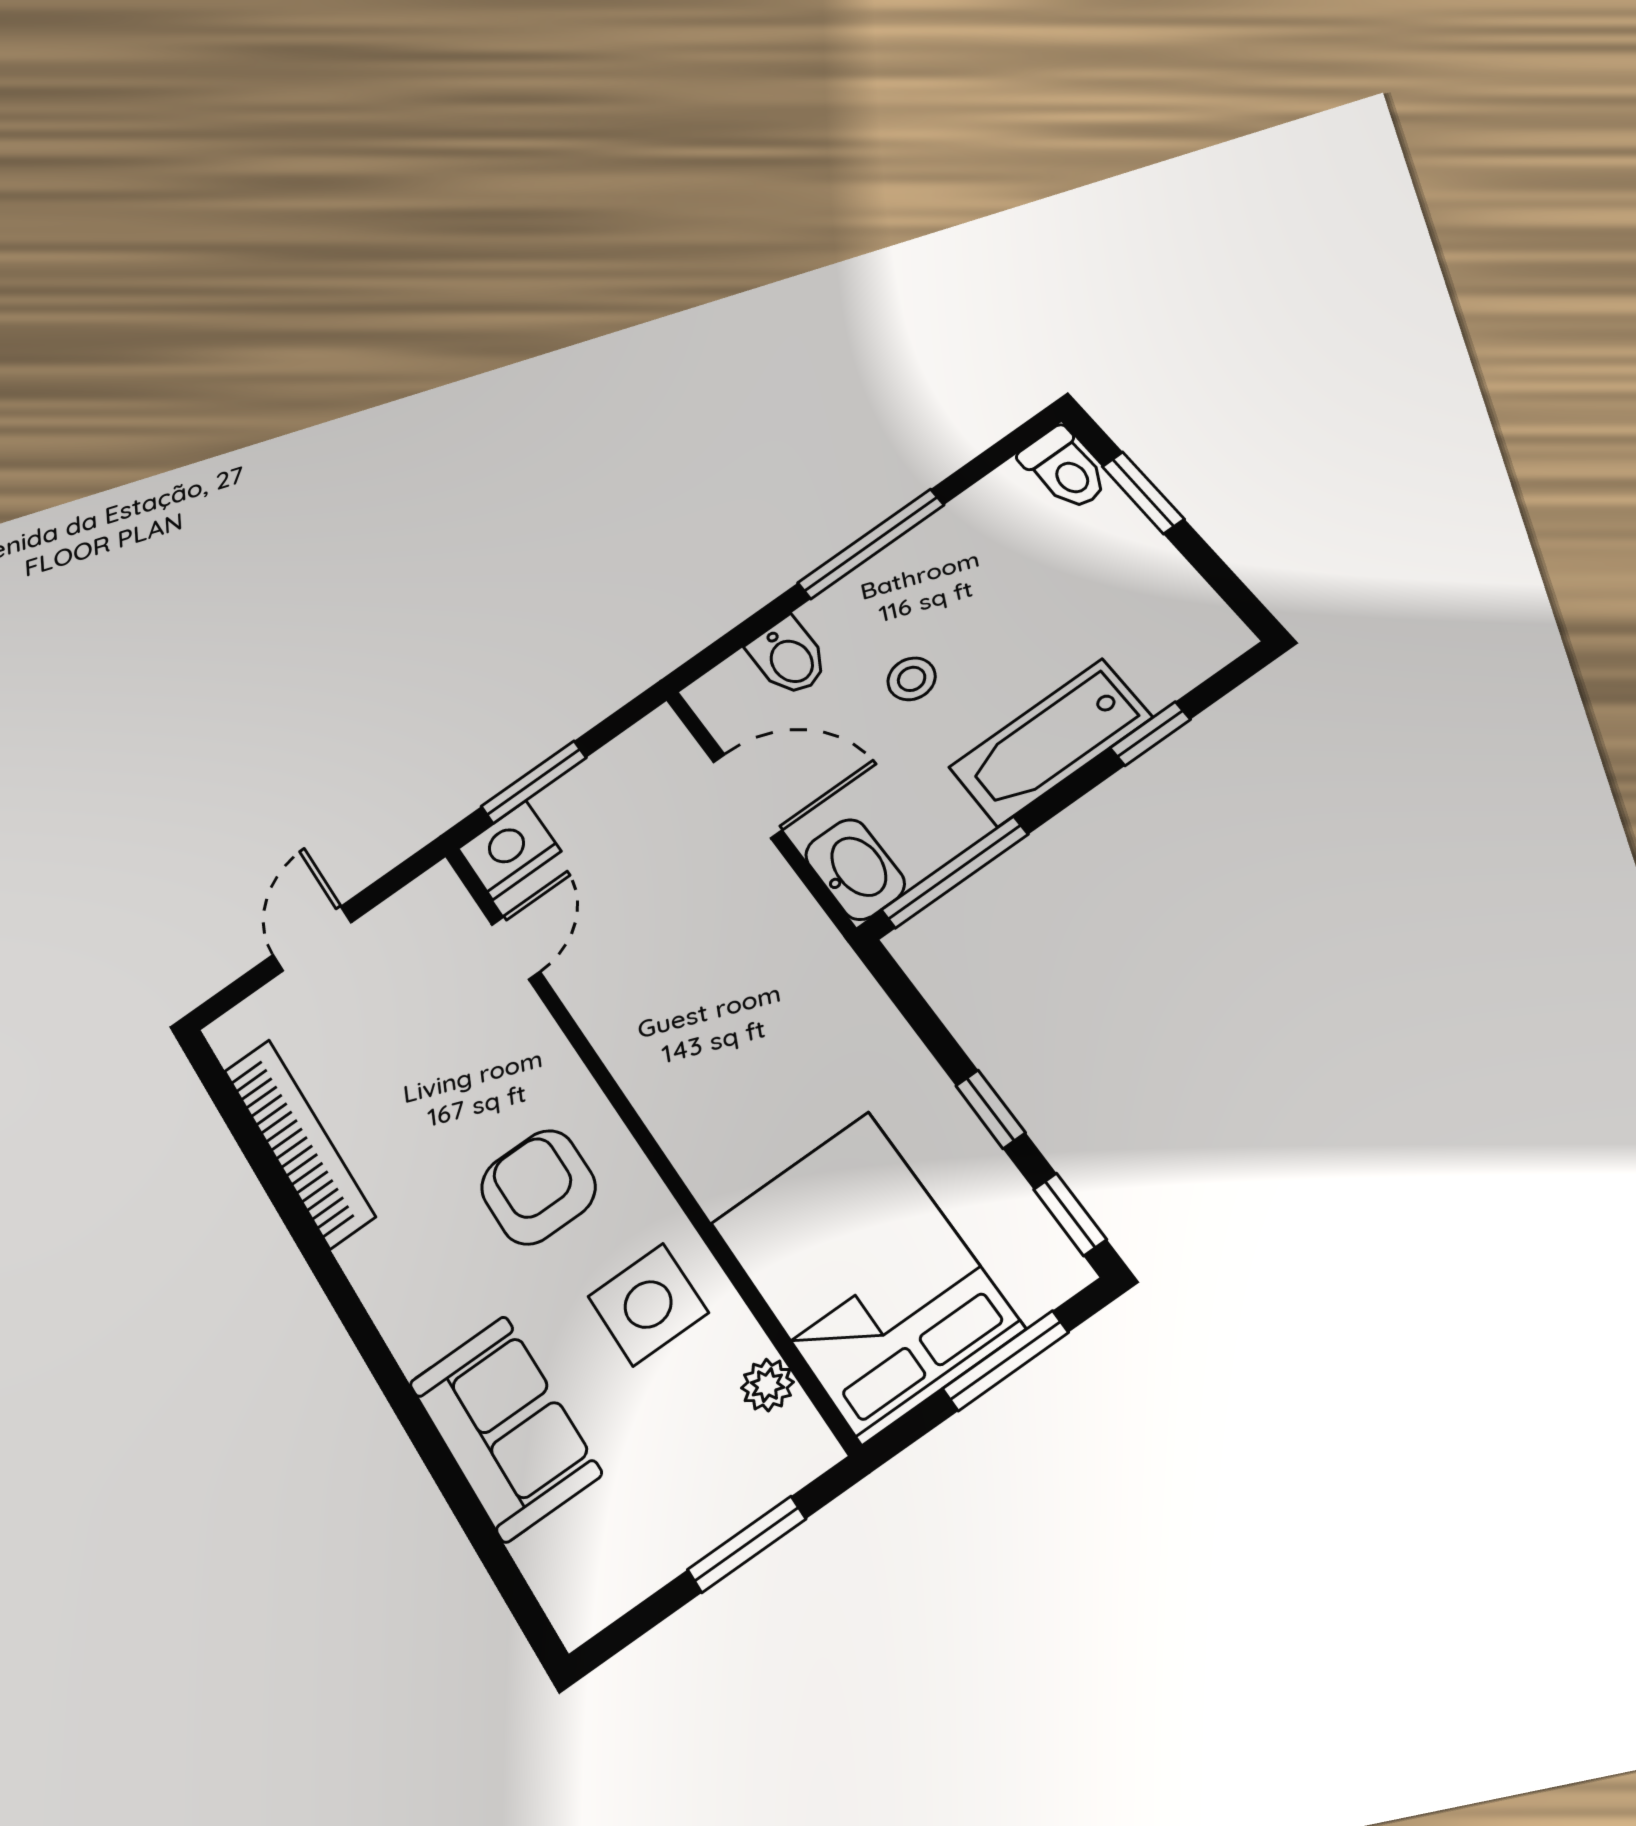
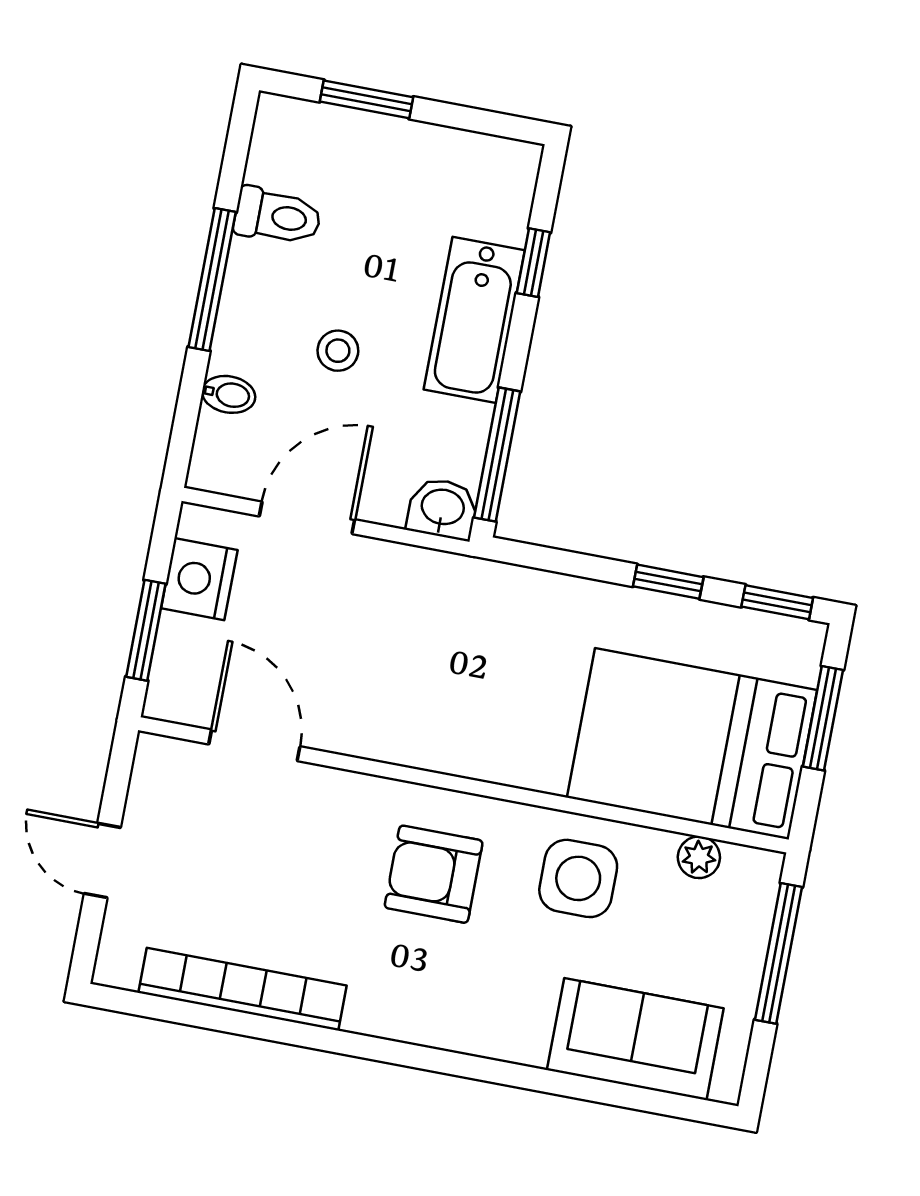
toilet: (1065, 469) -> (278, 216), moved
bidet: (789, 657) -> (229, 394), width x0.72, depth x0.74
nightstand: (509, 850) -> (199, 579), moved
washbasin: (855, 869) -> (443, 509), width x0.72
door: (516, 948) -> (254, 745), width x1.38
sofa: (505, 1428) -> (635, 1039), moved
window: (747, 1544) -> (778, 953), width x1.44

